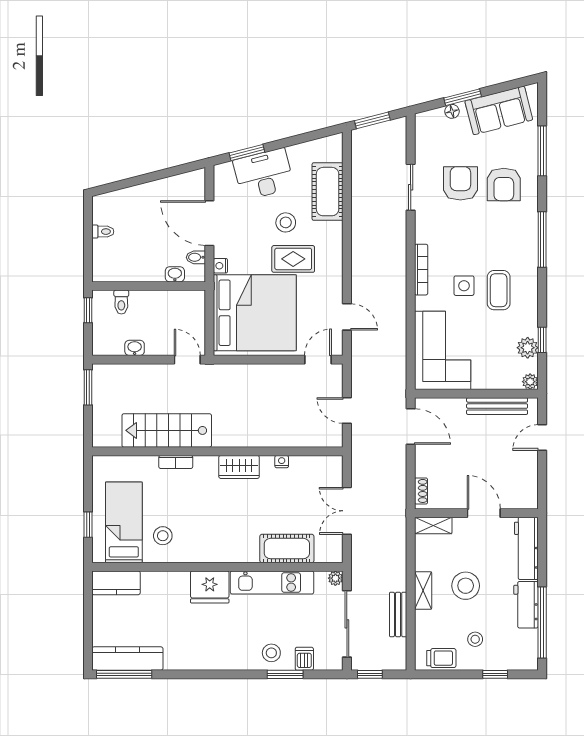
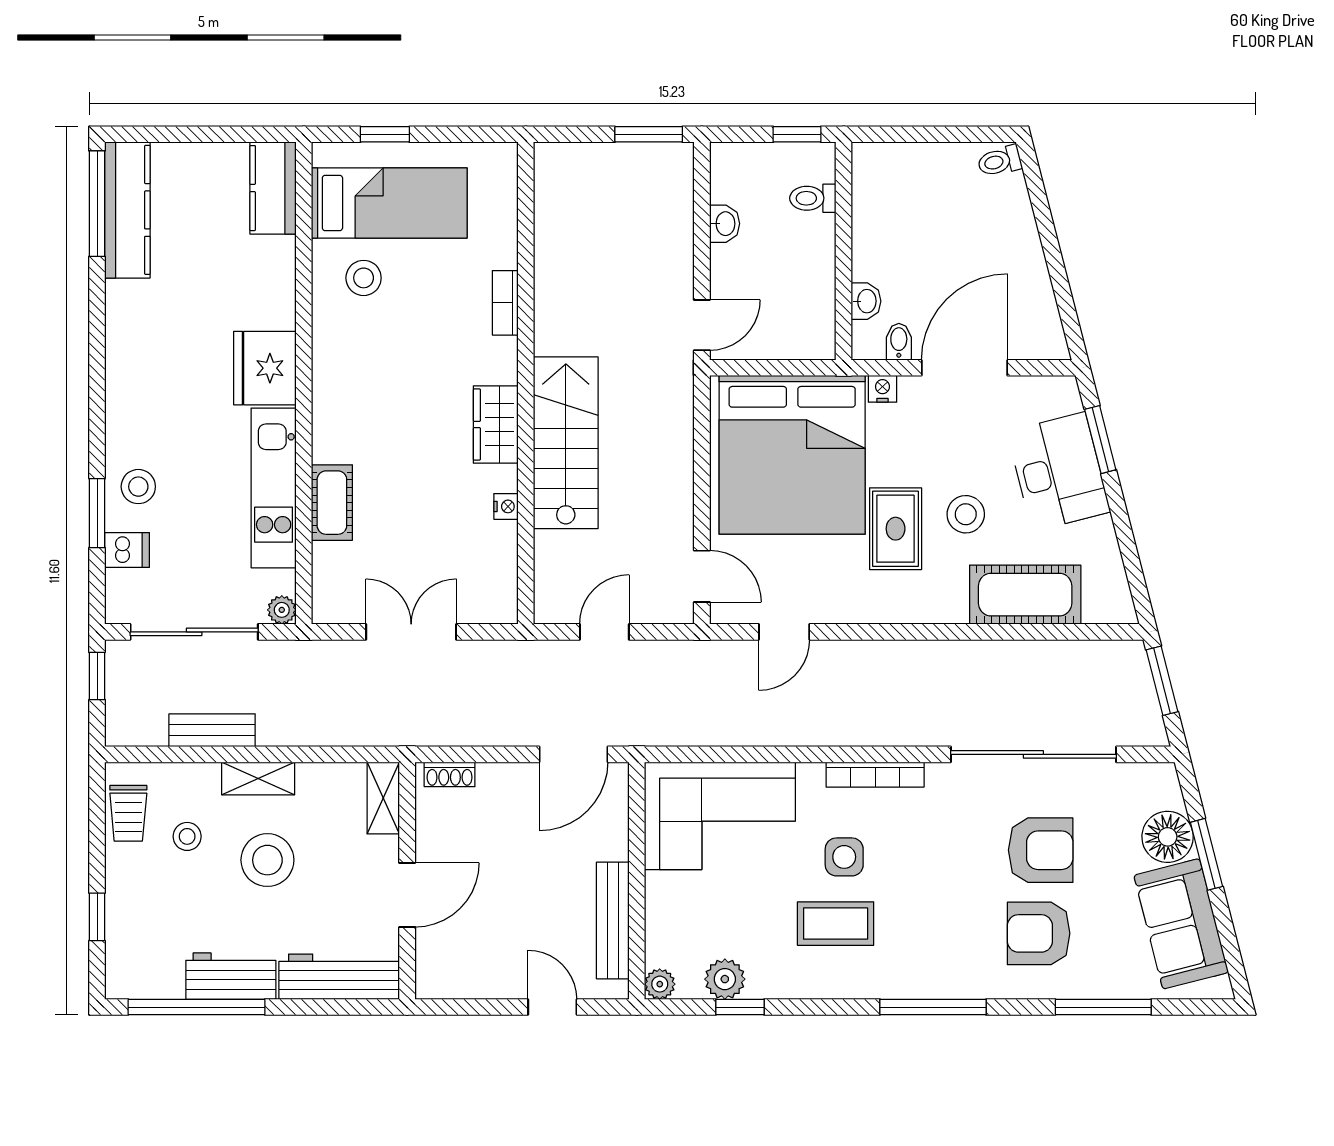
floor lamp: (452, 111) -> (1168, 837), width x1.89, depth x1.89
sliding door: (411, 187) -> (1033, 754), width x1.86
toilet: (103, 232) -> (1000, 161), moved, turned 76
stairs: (167, 430) -> (566, 443), moved
cot: (287, 549) -> (332, 503), width x0.73, depth x0.75
stool: (475, 639) -> (187, 836), moved

